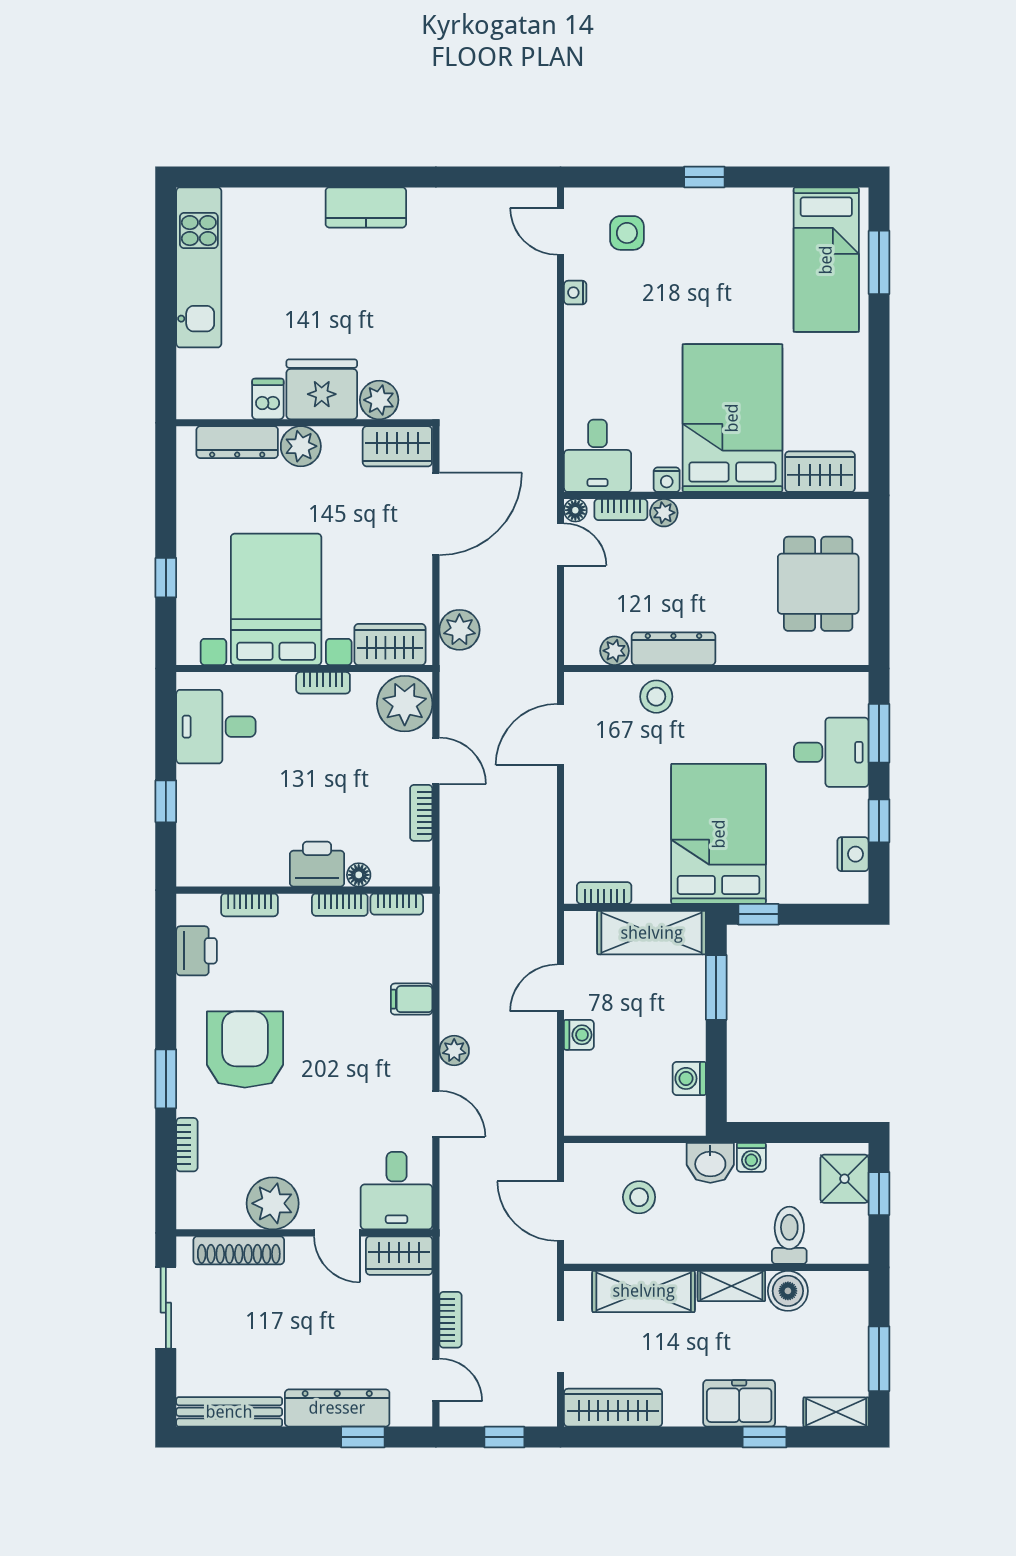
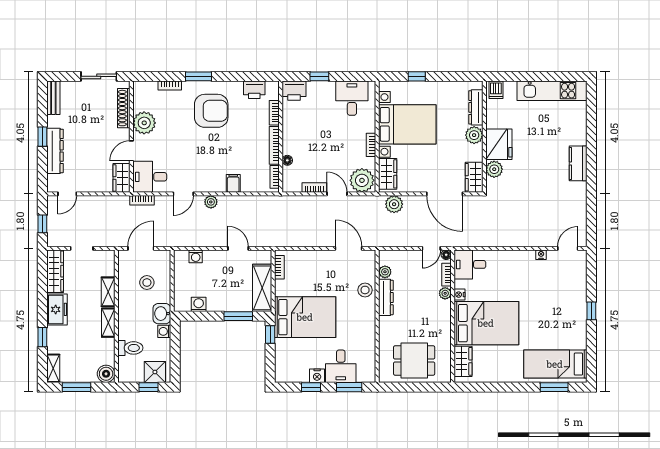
side table: (627, 233) -> (567, 277), removed
dishwasher: (268, 399) -> (496, 90), moved, turned 90
door: (436, 761) -> (337, 194), swing flipped
nightstand: (853, 854) -> (317, 376), moved
printer: (317, 864) -> (294, 91), moved, turned 90
bookcase: (340, 905) -> (274, 145), width x1.56
washing machine: (579, 1035) -> (196, 256), moved
shelving: (644, 1291) -> (108, 292), width x0.67, depth x0.75
boiler: (788, 1291) -> (106, 374), moved
bookcase: (451, 1320) -> (142, 200), moved
freezer: (739, 1403) -> (57, 309), moved
bench: (229, 1412) -> (53, 98), width x0.73
window: (363, 1437) -> (42, 137), moved

